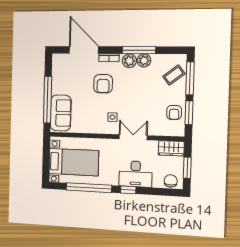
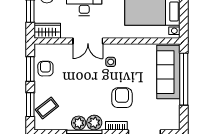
window: (190, 78) -> (30, 105), width x0.69
sofa: (61, 113) -> (168, 72), width x1.36

